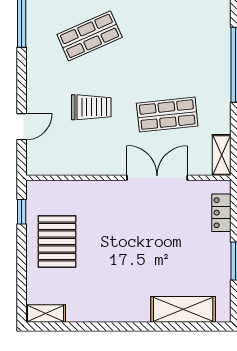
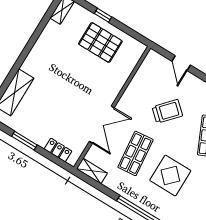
display table: (168, 55) -> (170, 175), added
trolley: (91, 107) -> (167, 111), turned -138
window: (22, 212) -> (103, 15), moved

